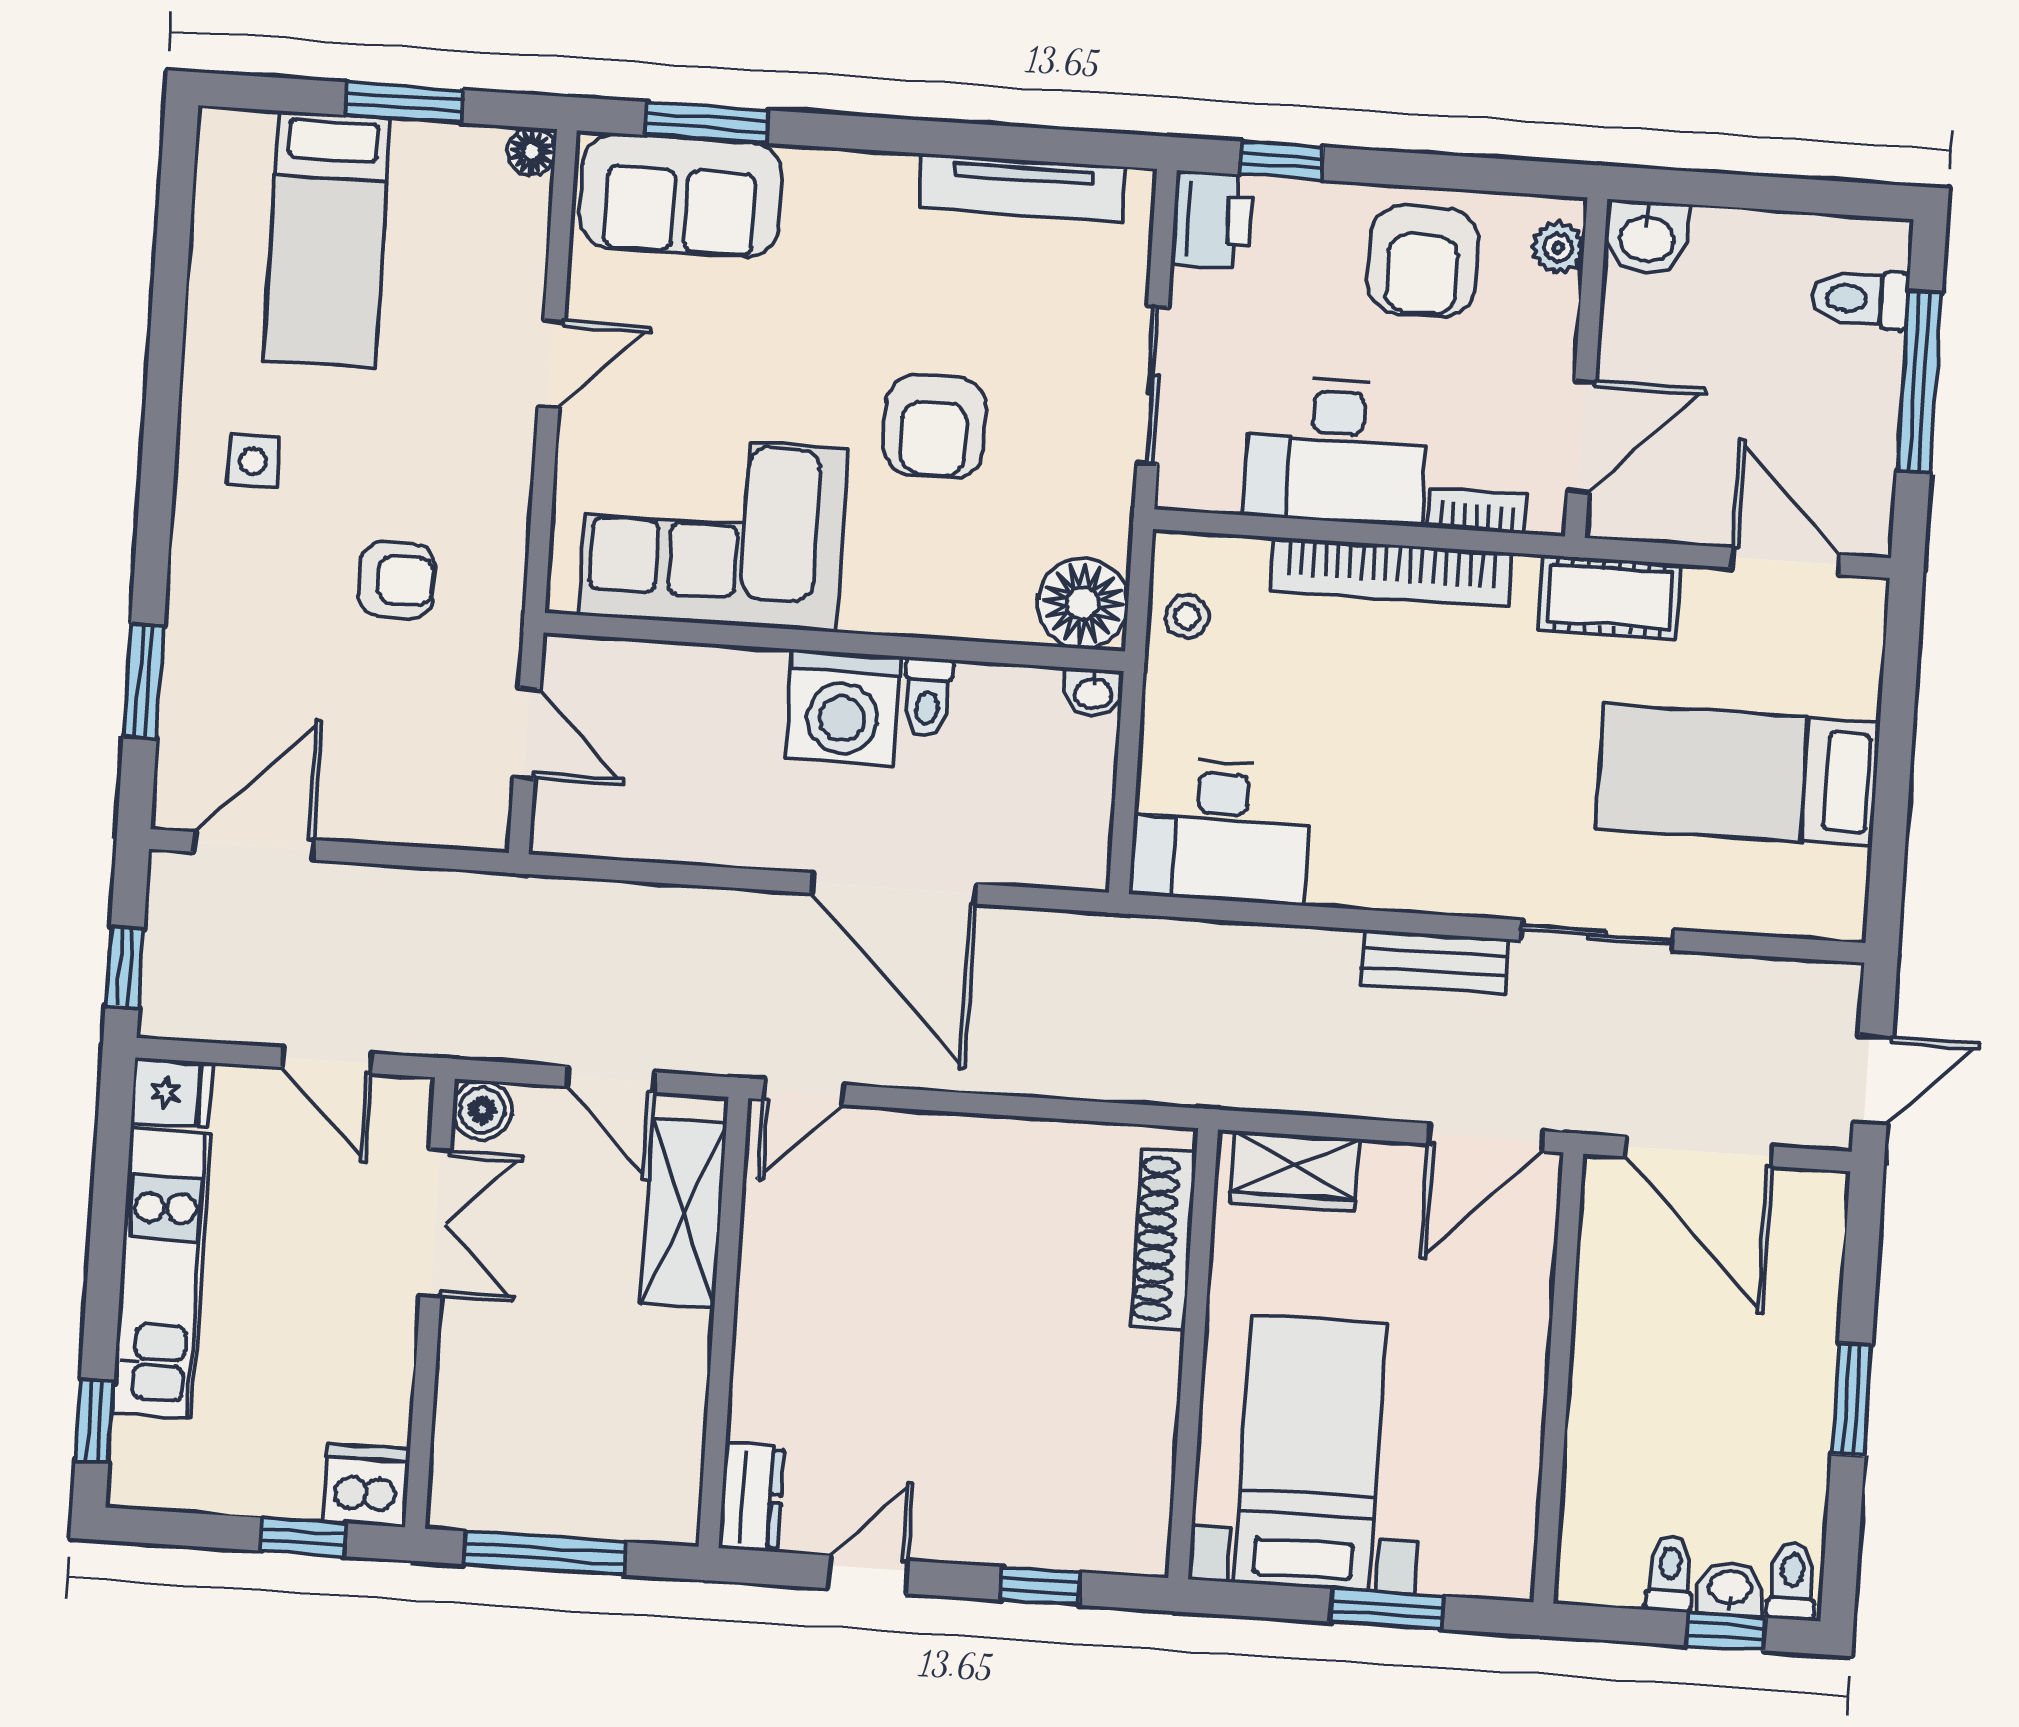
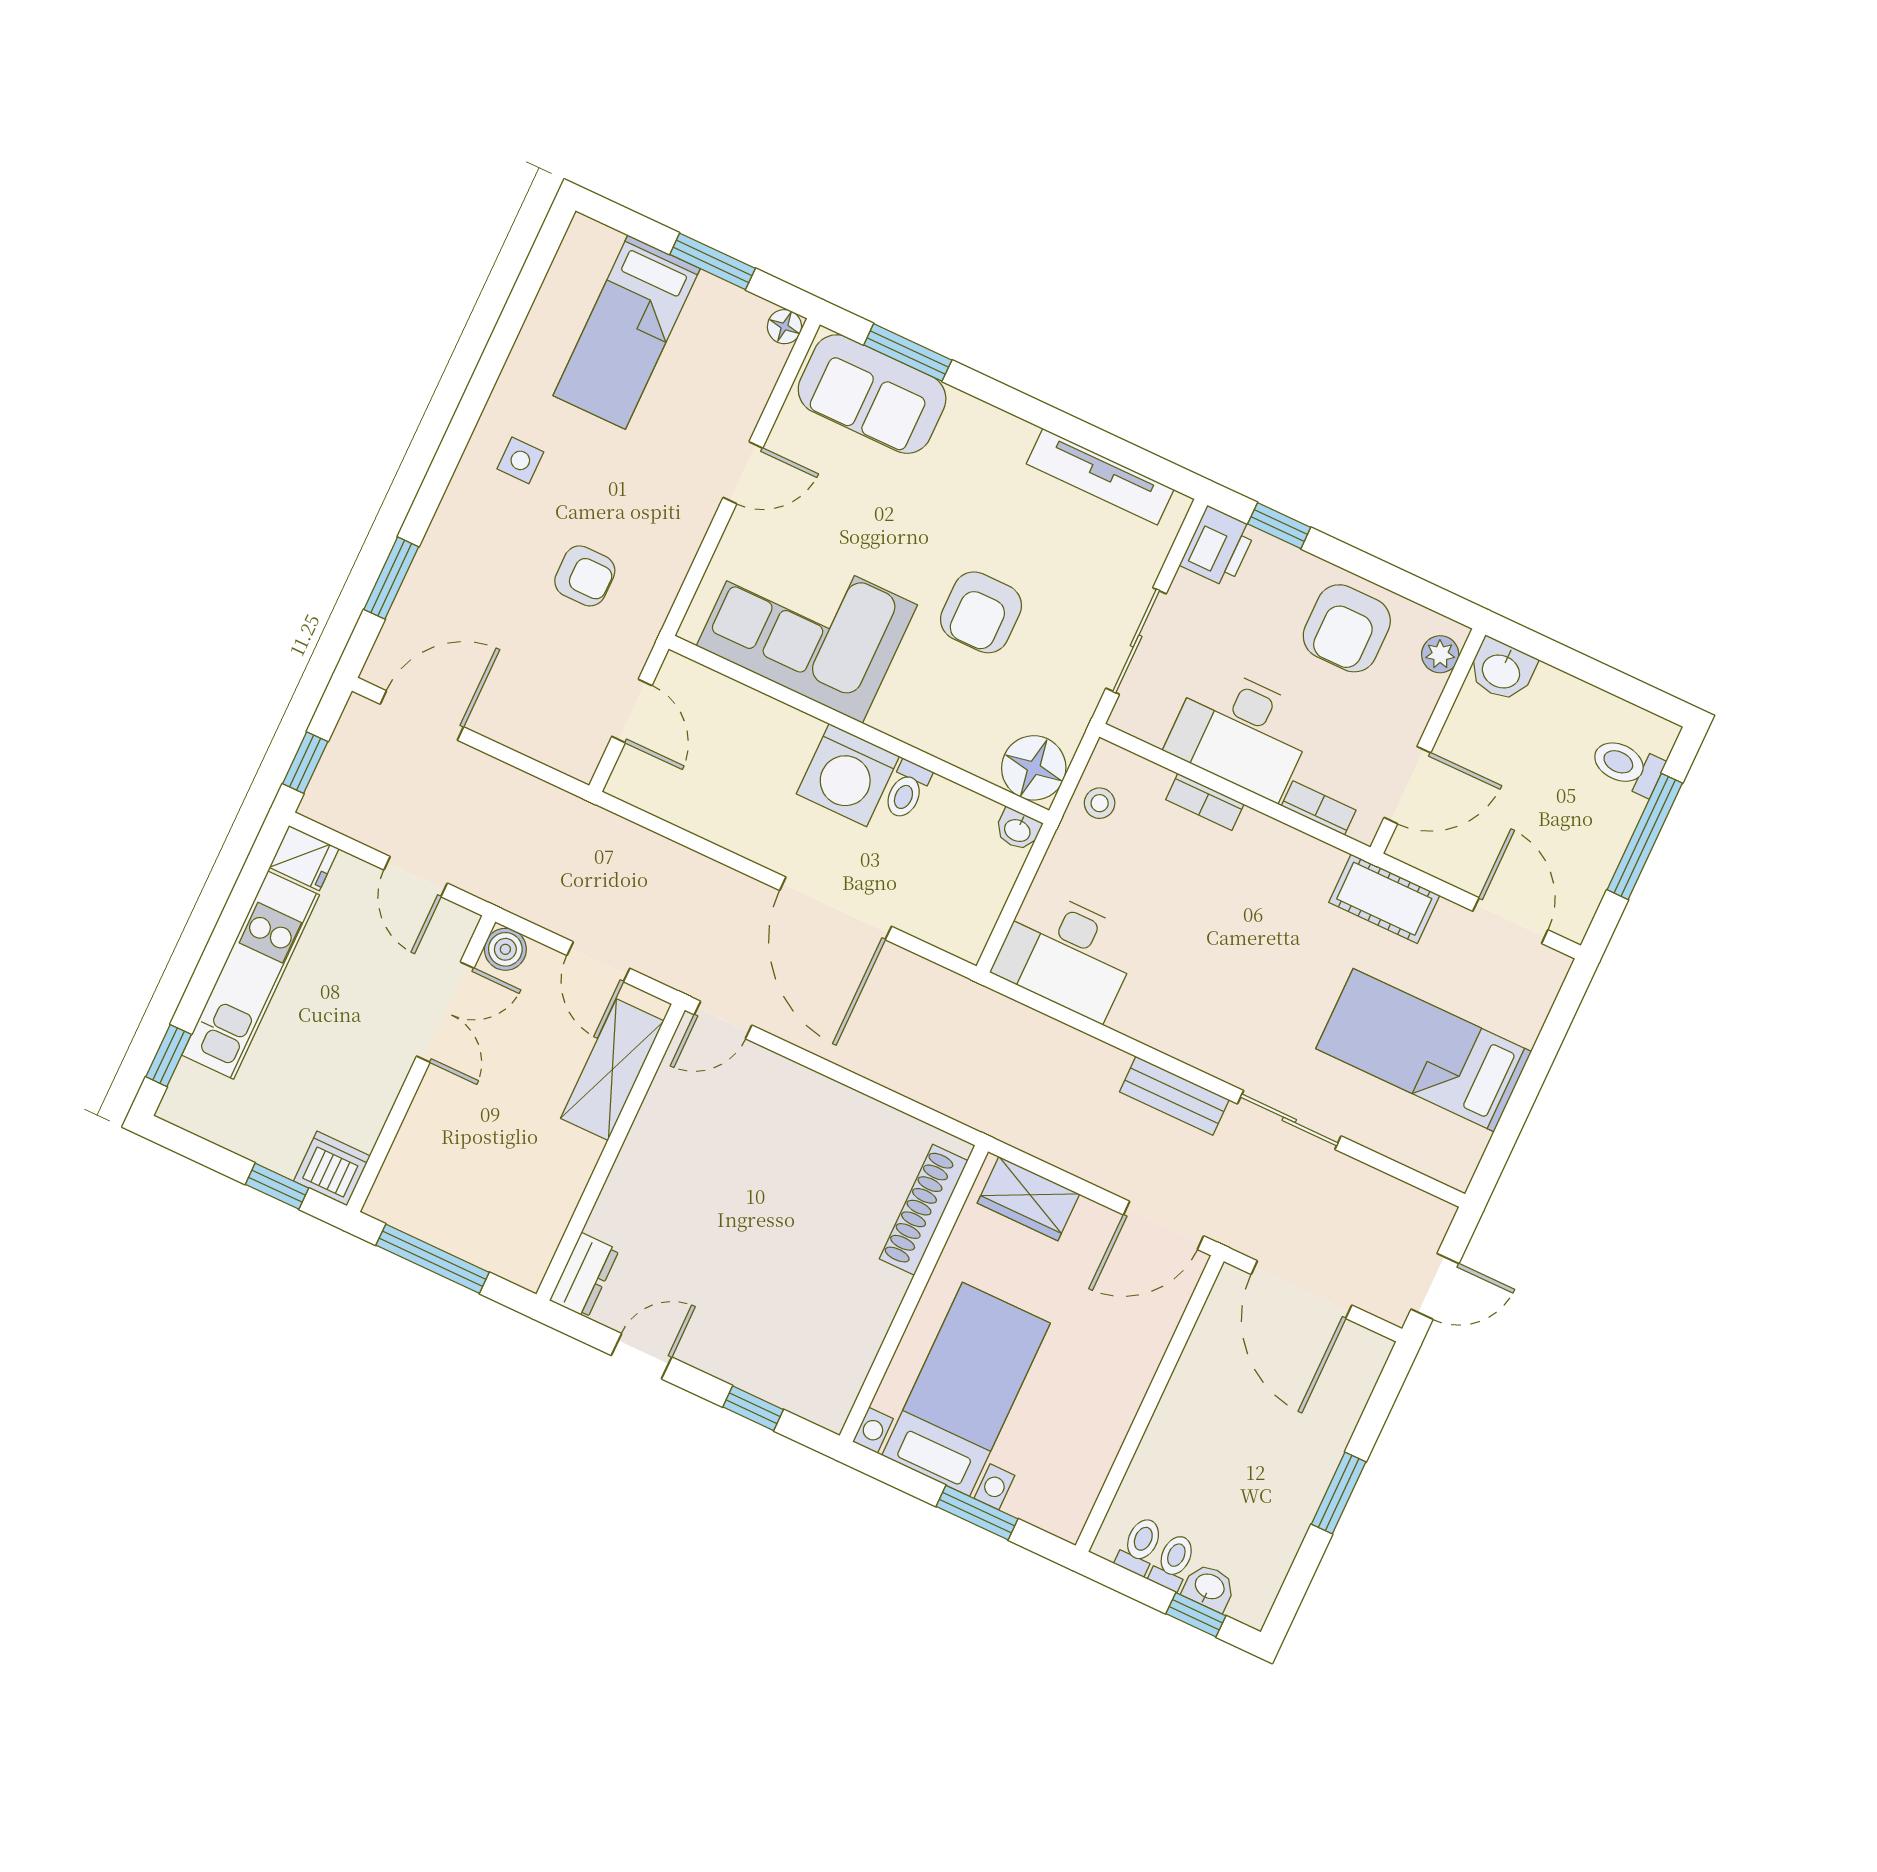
bookcase: (1392, 572) -> (1205, 802), width x0.43, depth x0.76
toilet: (1792, 1581) -> (1140, 1546), moved

